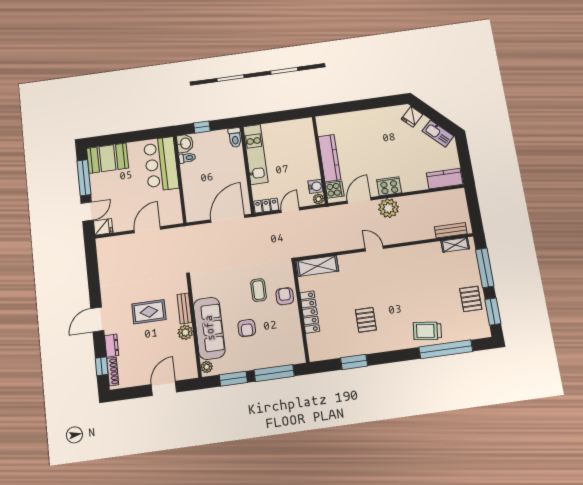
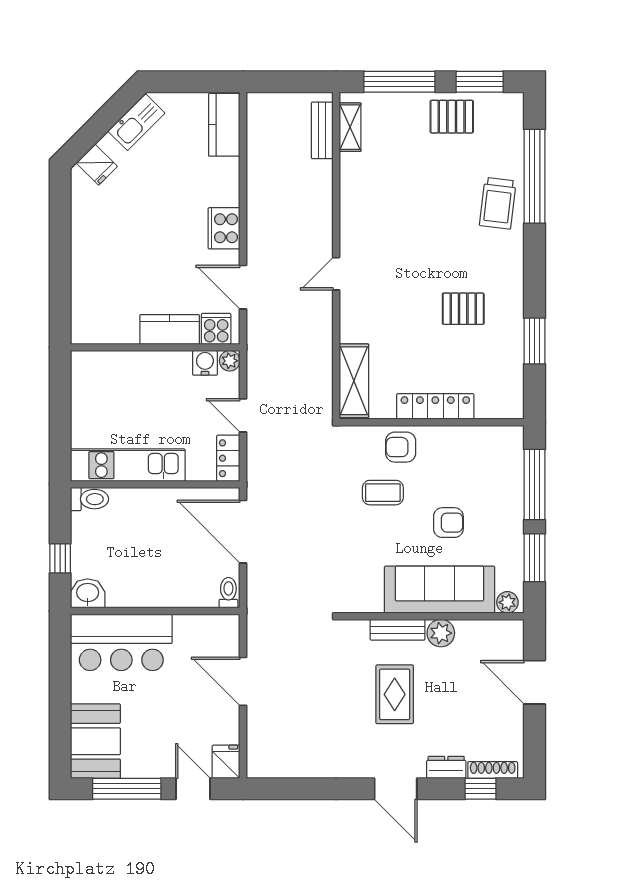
toilet: (187, 158) -> (228, 593), moved
kitchen counter: (329, 158) -> (170, 329), width x0.67
plant: (389, 208) -> (265, 236), removed

